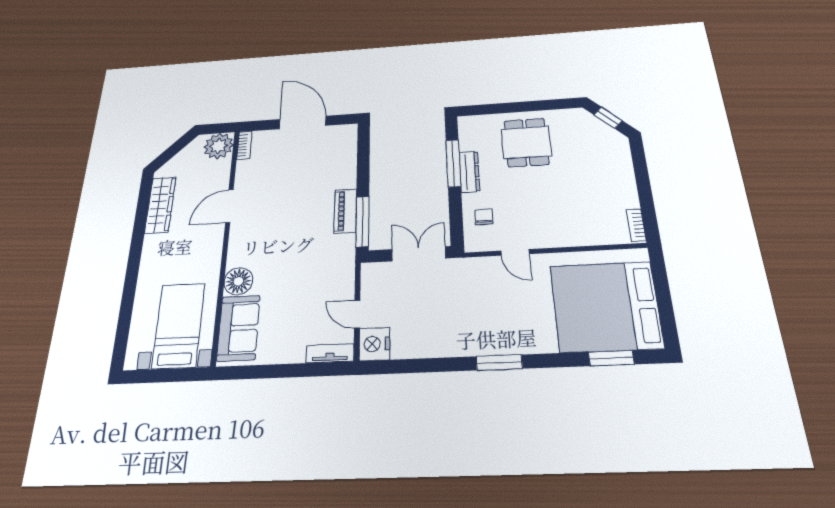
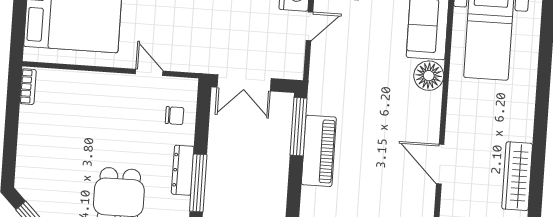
door: (229, 206) -> (440, 164), swing flipped
piano: (345, 211) -> (319, 151), width x1.37, depth x1.33
chair: (484, 217) -> (175, 116), turned -90
door: (357, 314) -> (309, 26), hinge flipped

